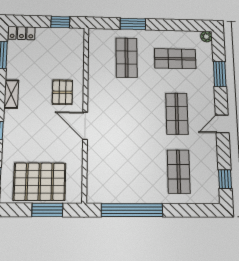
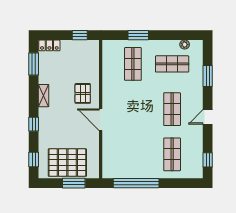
plant: (206, 37) -> (185, 45), moved

